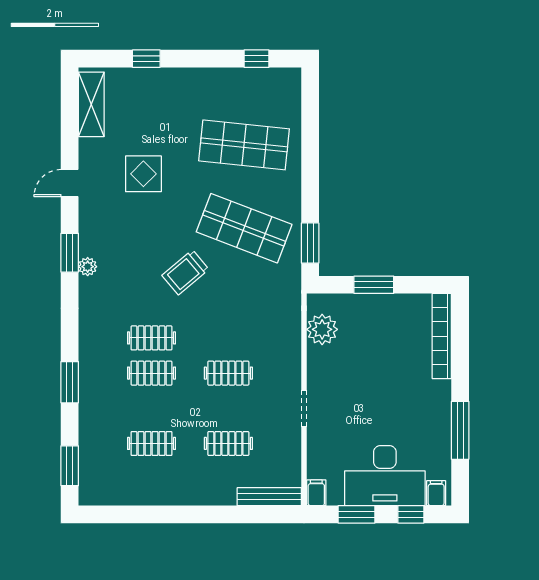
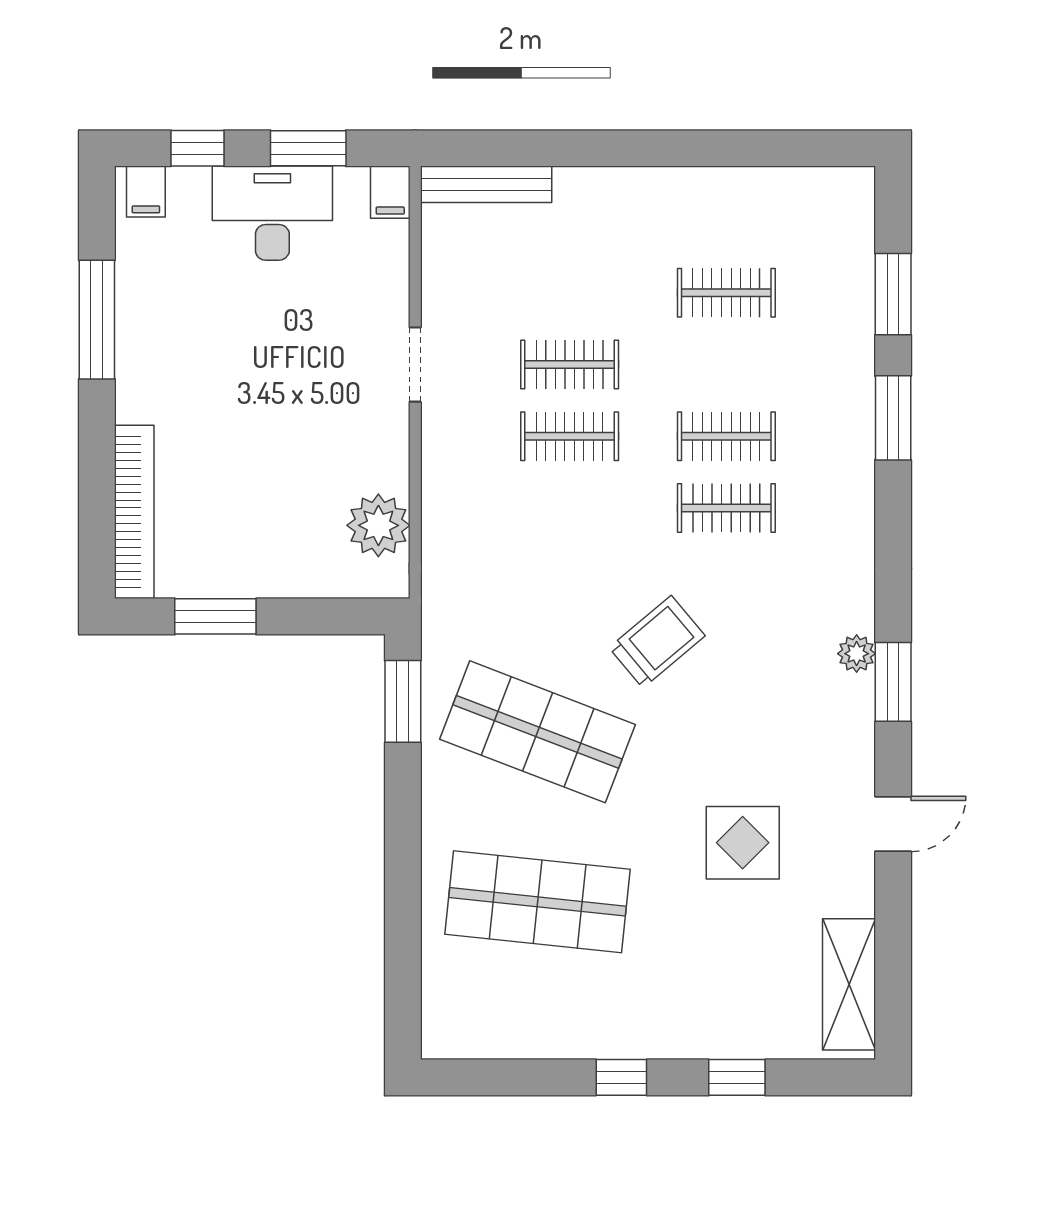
window: (257, 59) -> (621, 1077), moved
window: (374, 285) -> (215, 616), moved
clothes rail: (228, 443) -> (570, 365), moved
window: (70, 466) -> (893, 294), moved
desk: (385, 476) -> (272, 213), width x0.73, depth x0.77

